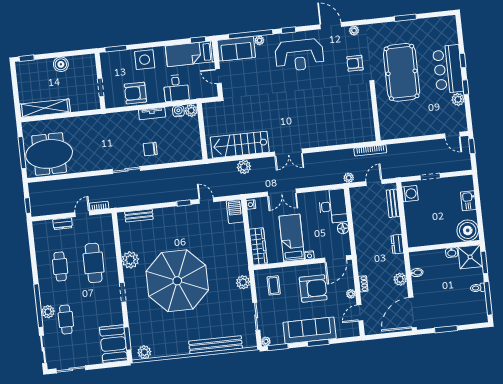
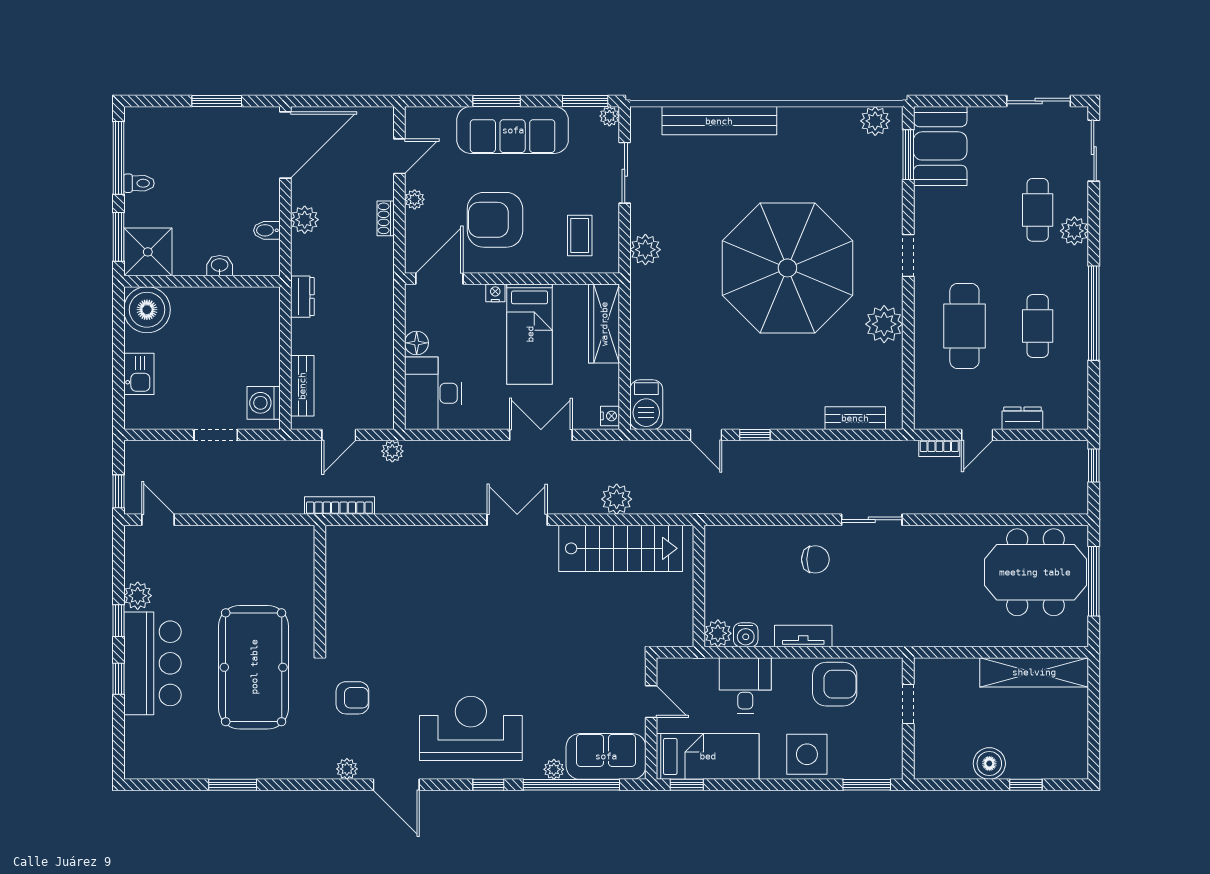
window: (27, 58) -> (1026, 785), moved
washbasin: (452, 253) -> (220, 266), moved
window: (38, 306) -> (1094, 313), moved

